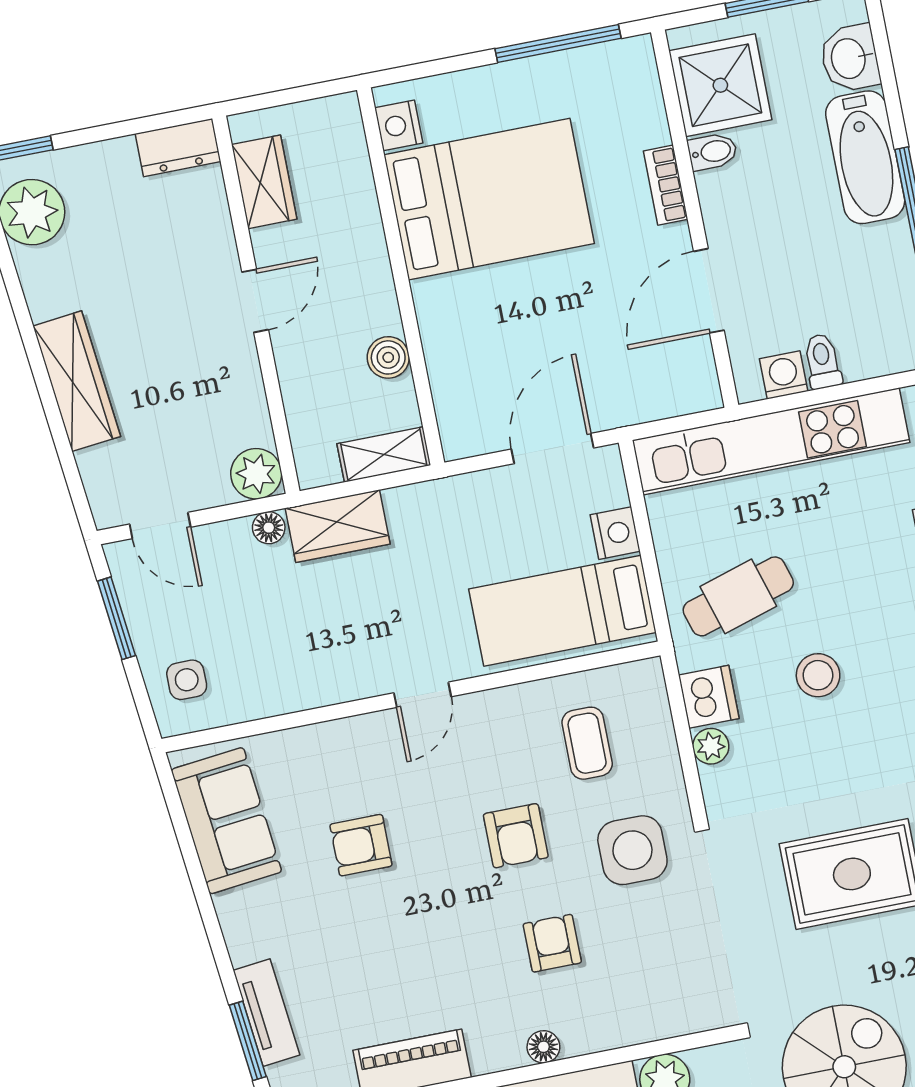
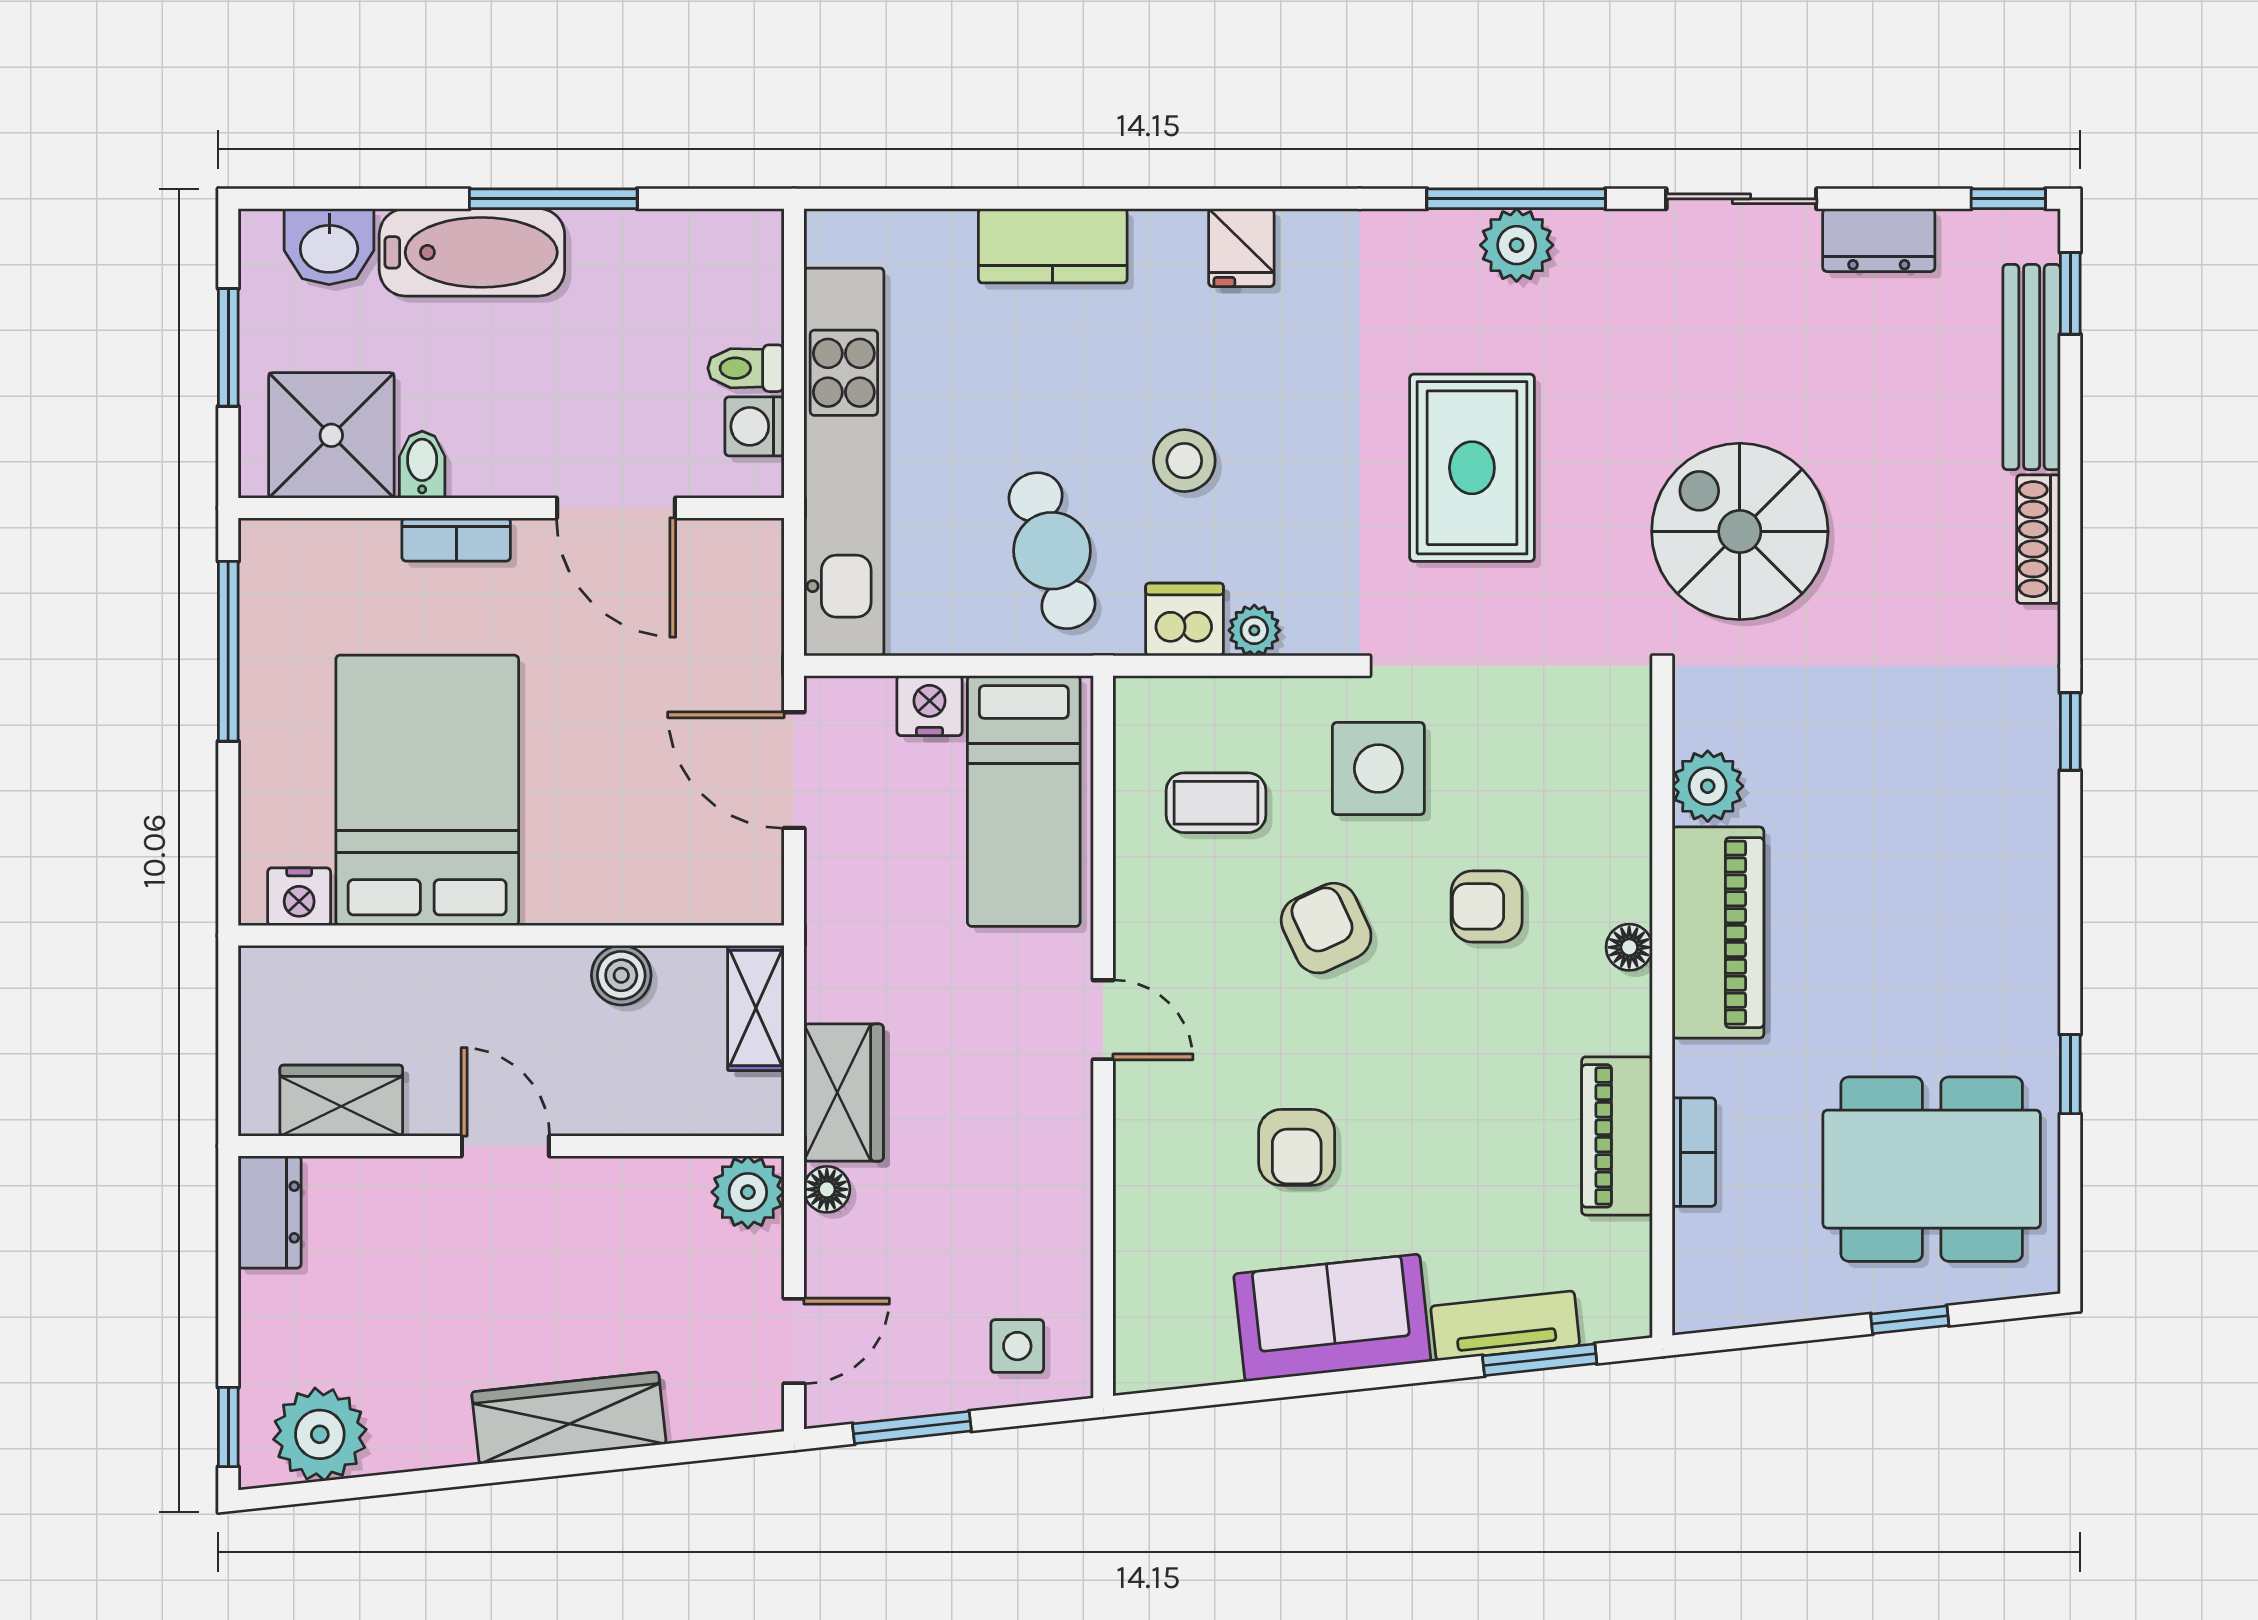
sofa: (226, 821) -> (1332, 1318), moved
armchair: (516, 836) -> (1326, 928), turned -115

